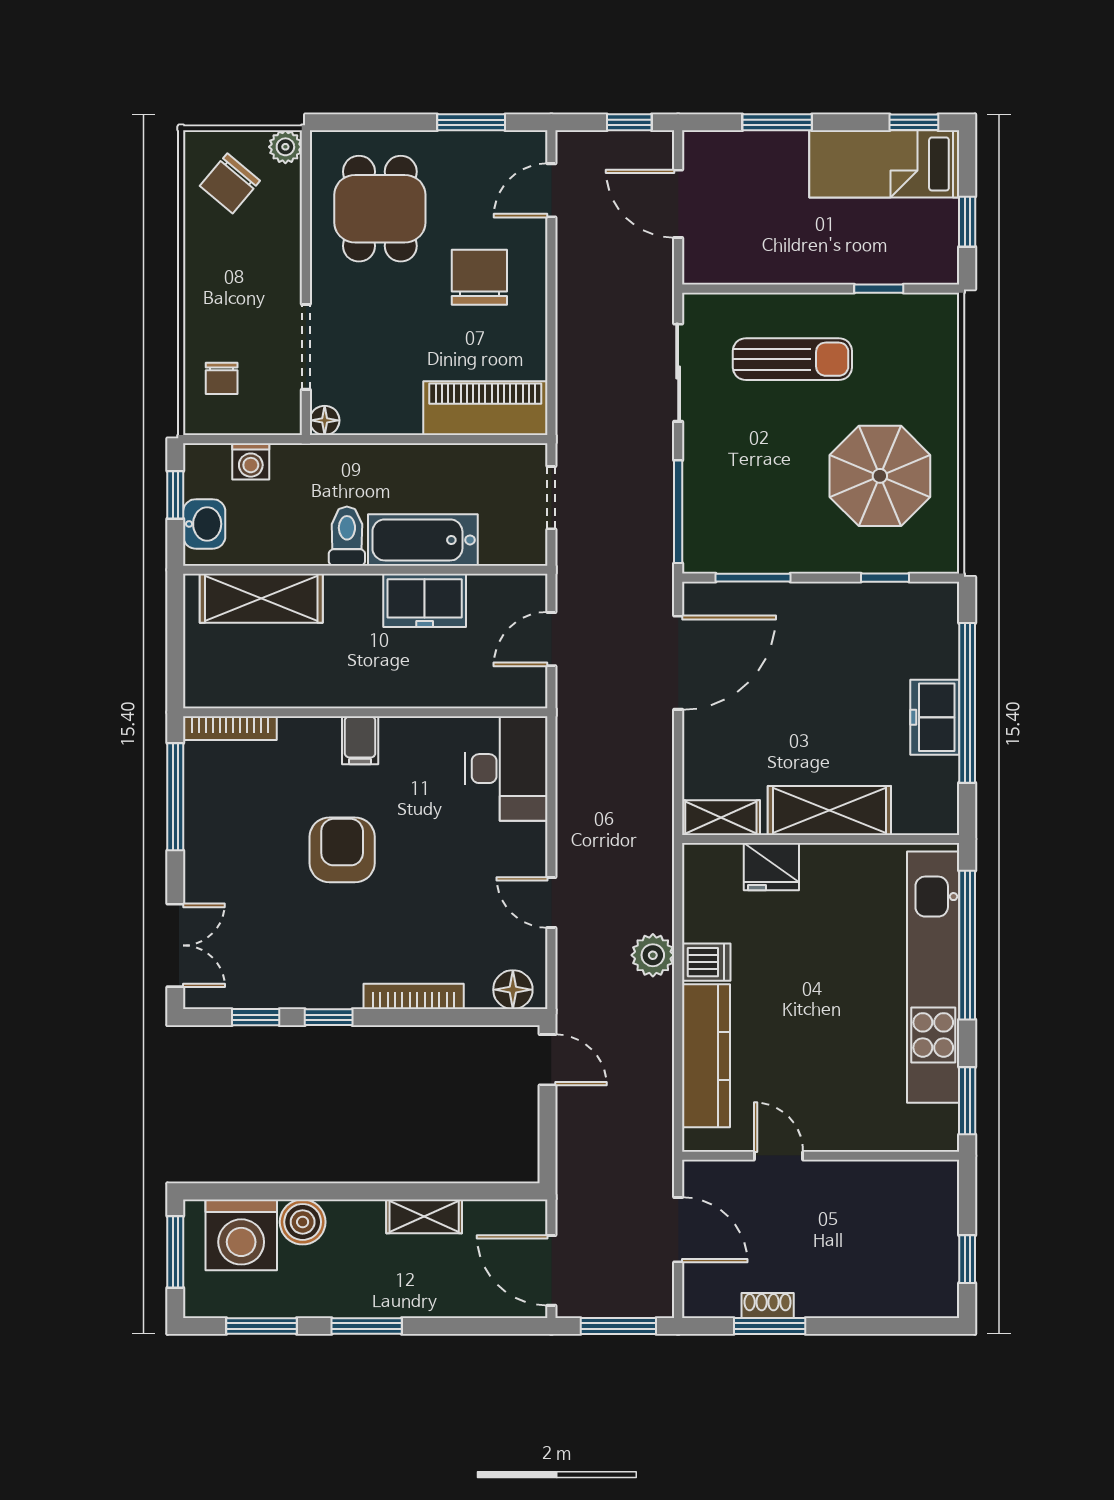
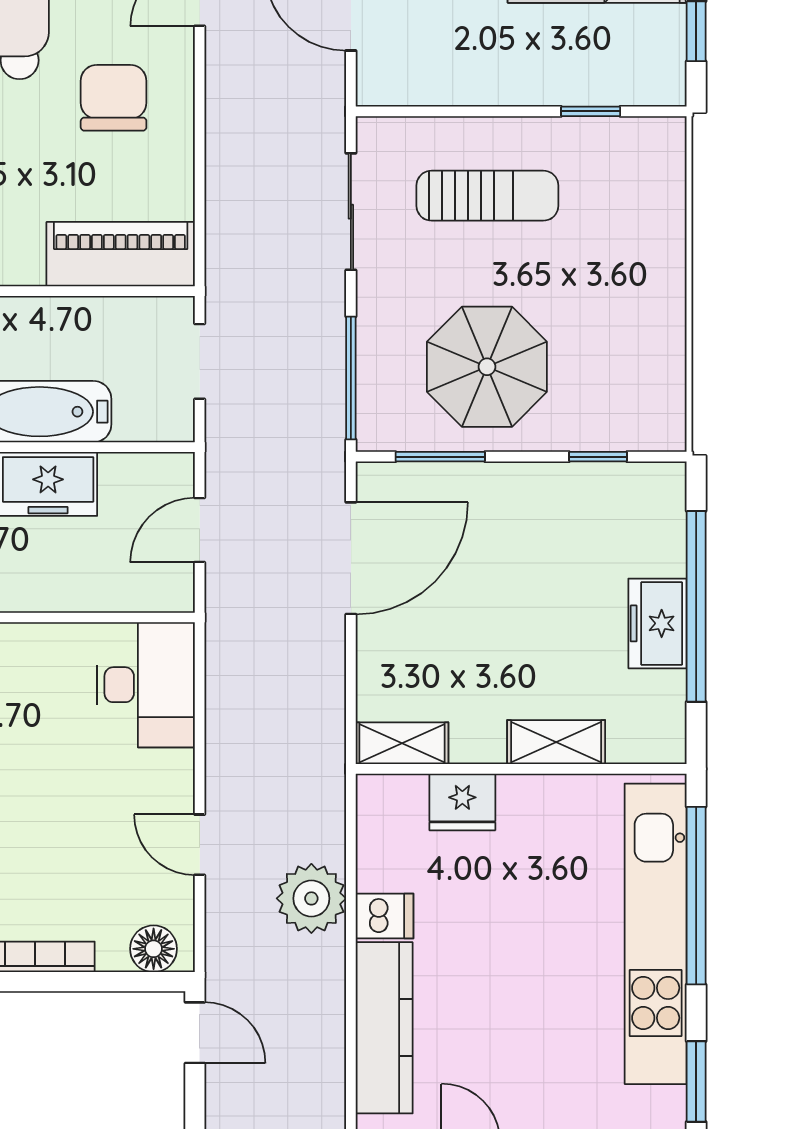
parasol: (880, 476) -> (487, 367), moved
shelving: (829, 810) -> (556, 742), width x0.67, depth x0.75
plant: (653, 955) -> (311, 898), width x1.36, depth x1.36

